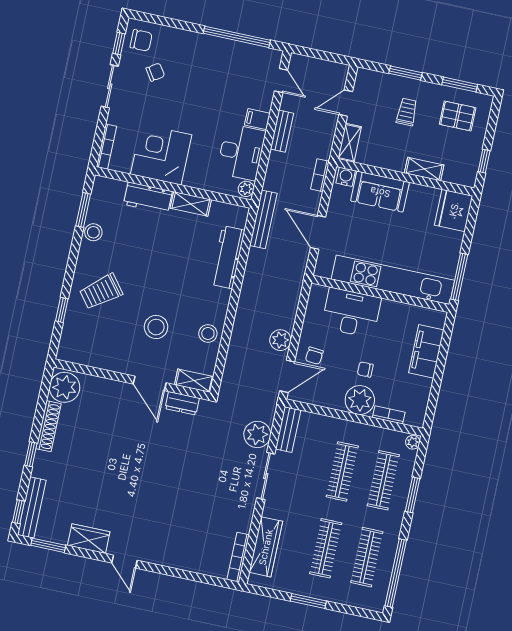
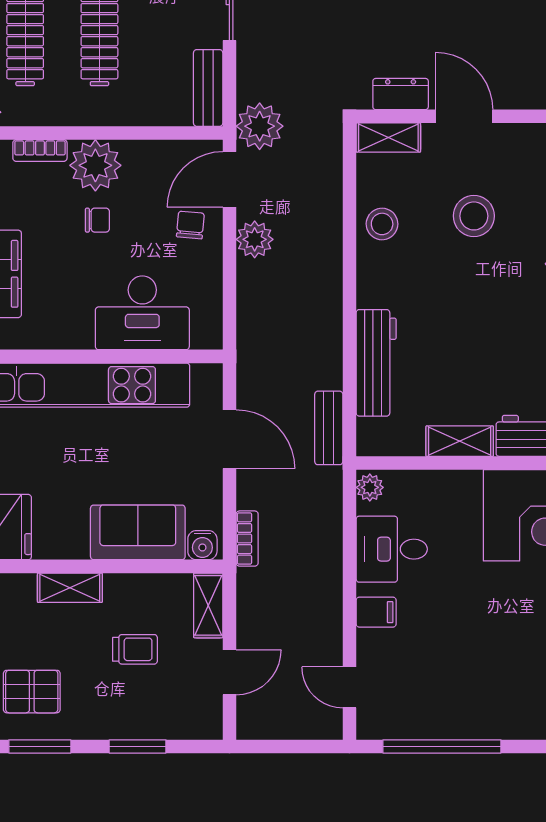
trolley: (407, 112) -> (135, 649), moved, turned -90
bench: (282, 131) -> (329, 600), removed
desk: (241, 152) -> (392, 549), width x0.73
bench: (263, 219) -> (329, 428), width x0.73
plant: (257, 434) -> (260, 126), moved

